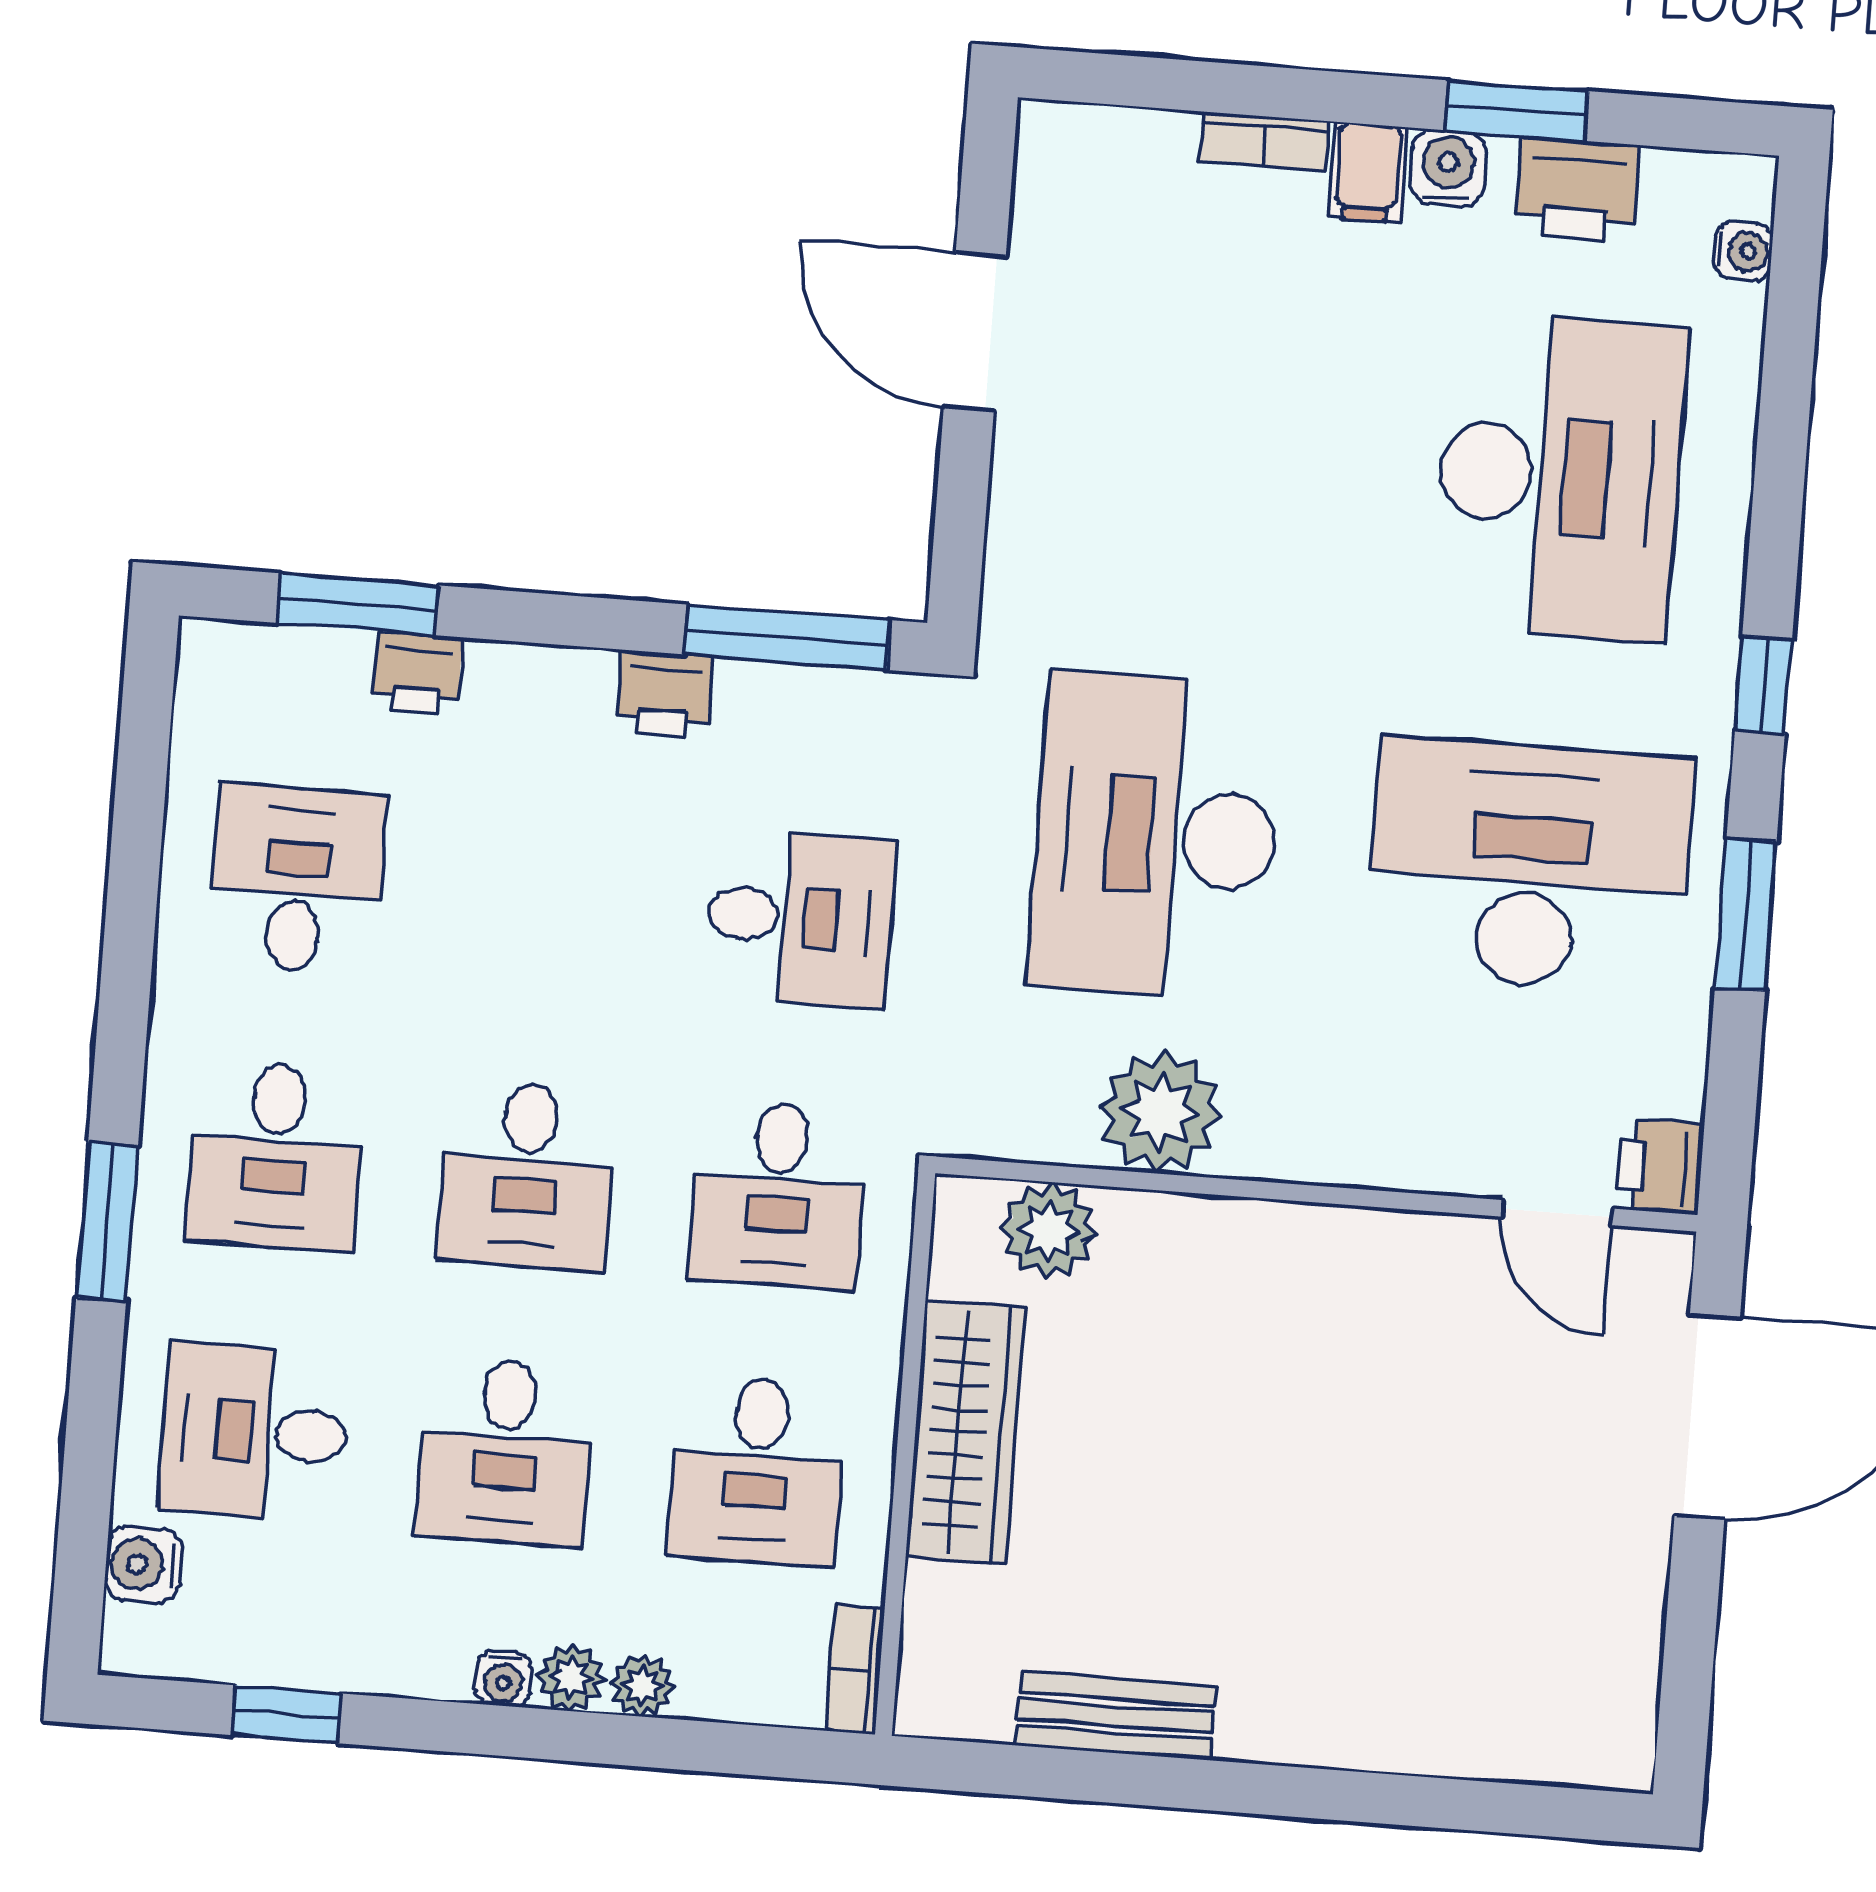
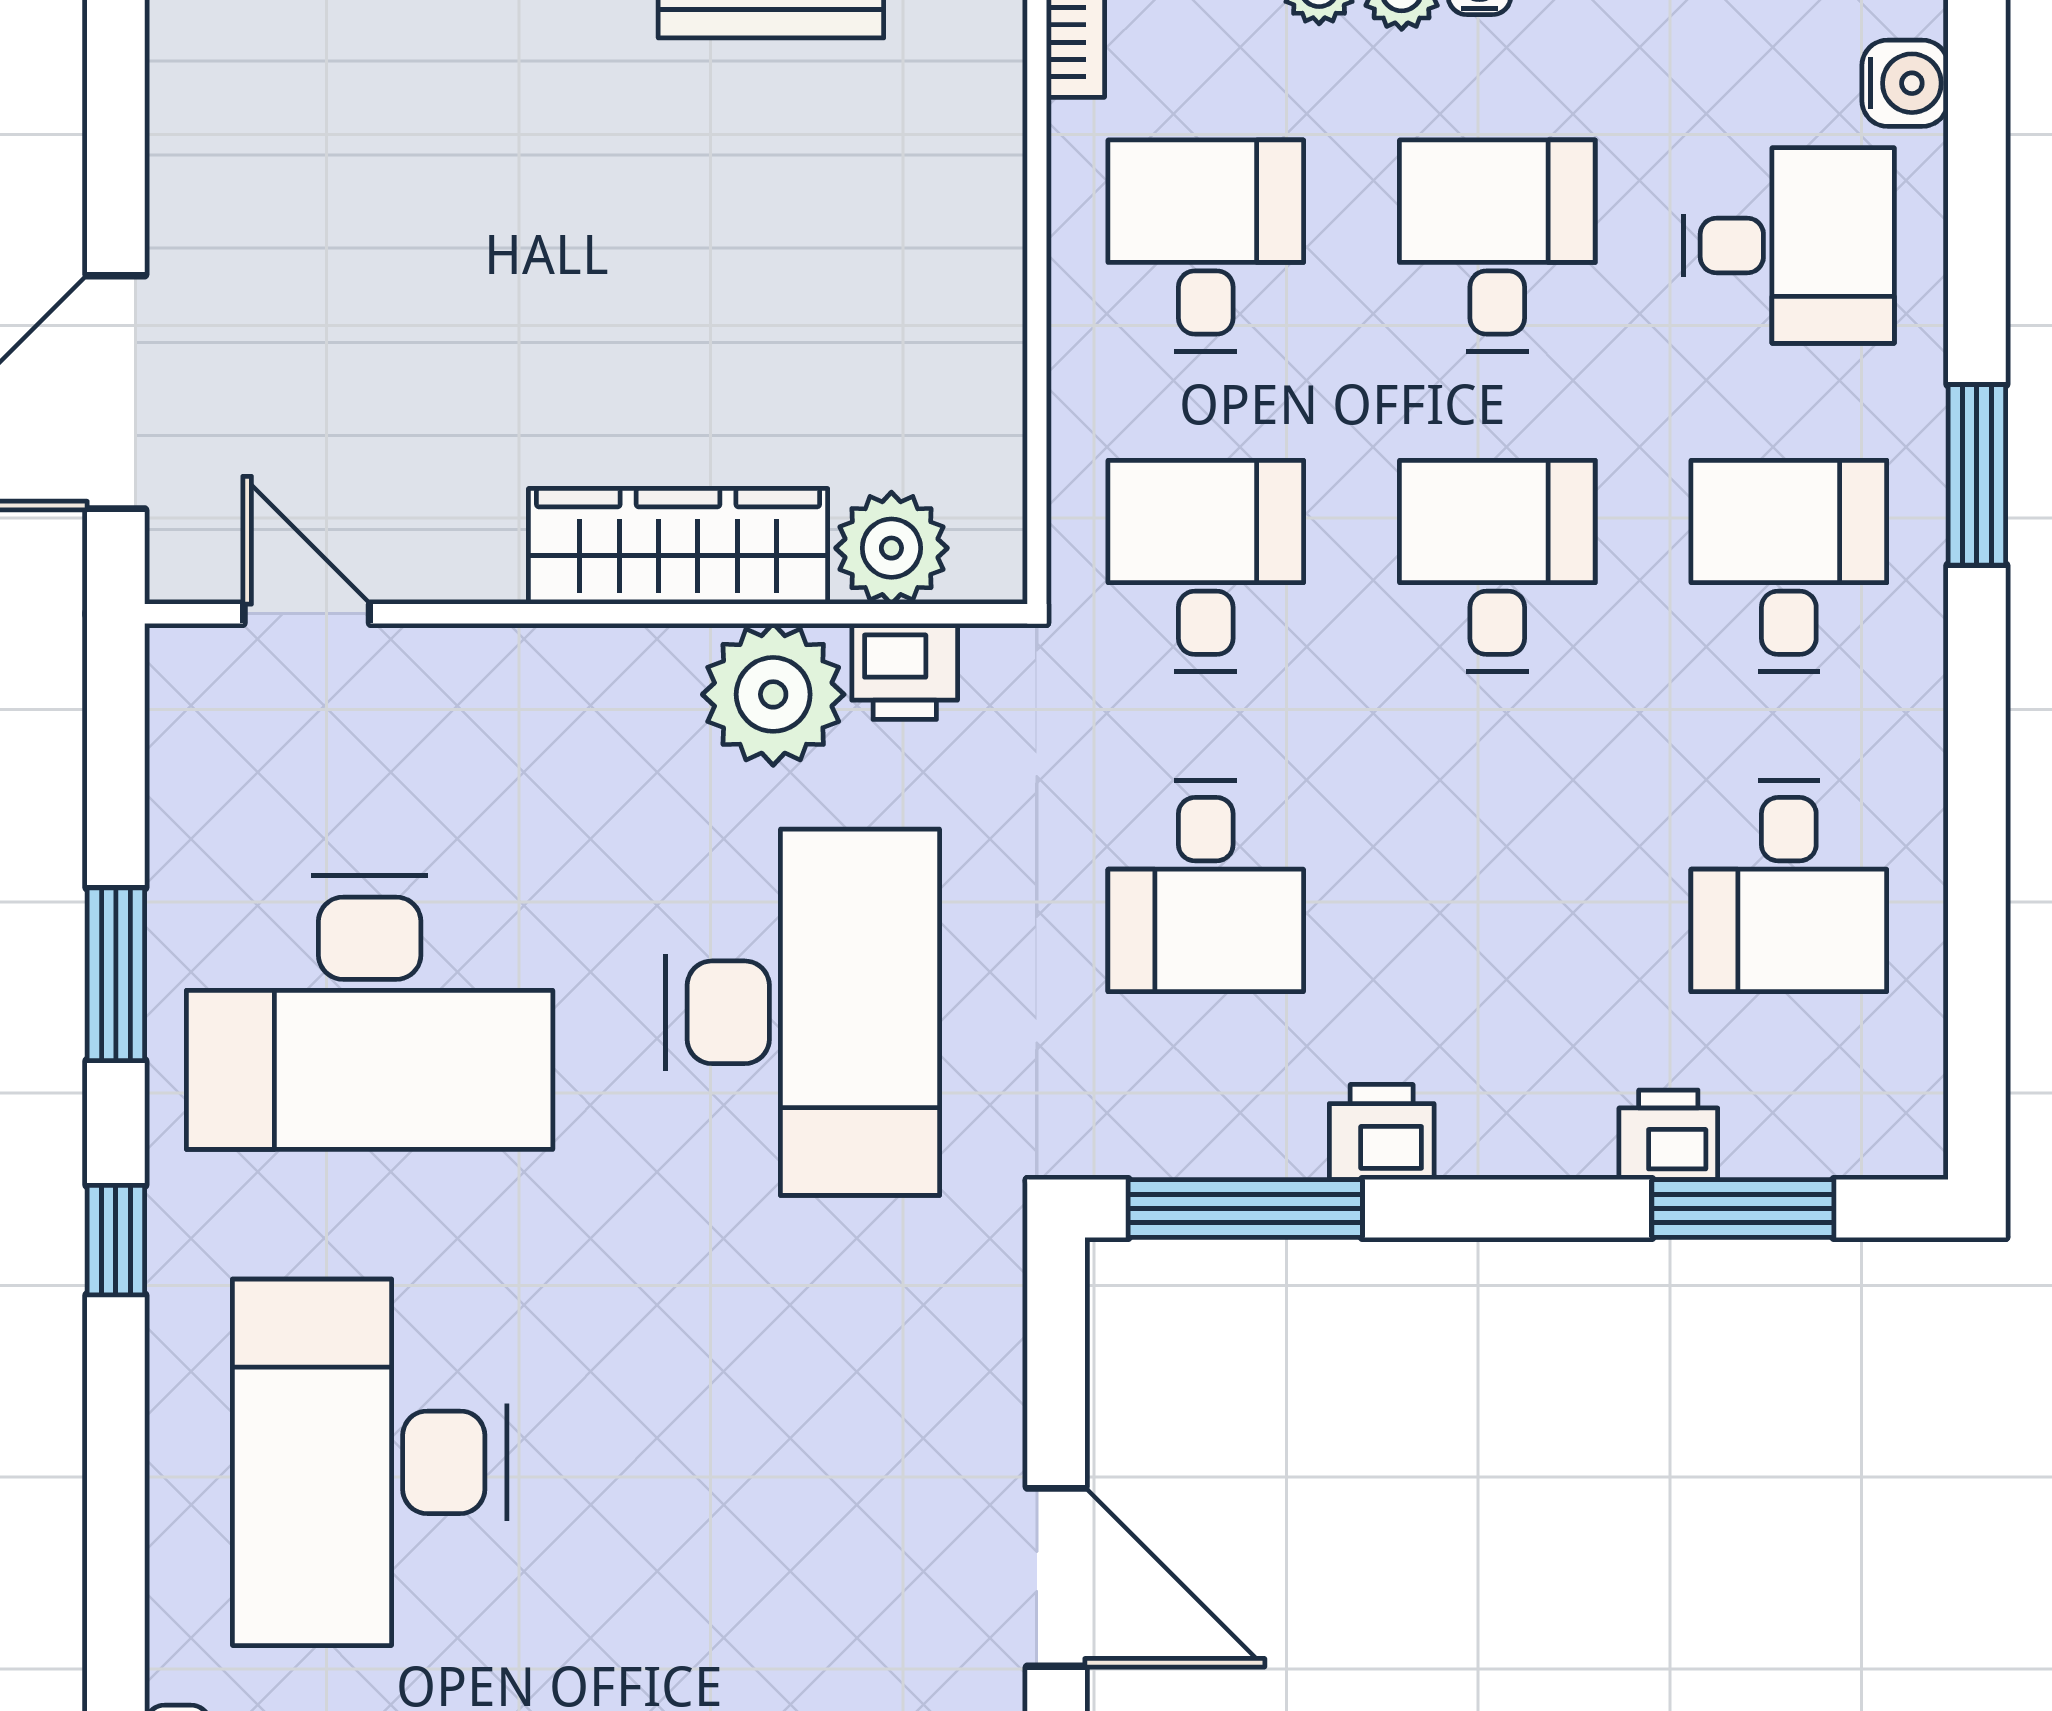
desk: (800, 918) -> (1206, 886), turned -90
printer: (1660, 1166) -> (905, 671), moved, turned 90
wardrobe: (965, 1432) -> (678, 546), moved, turned 90

